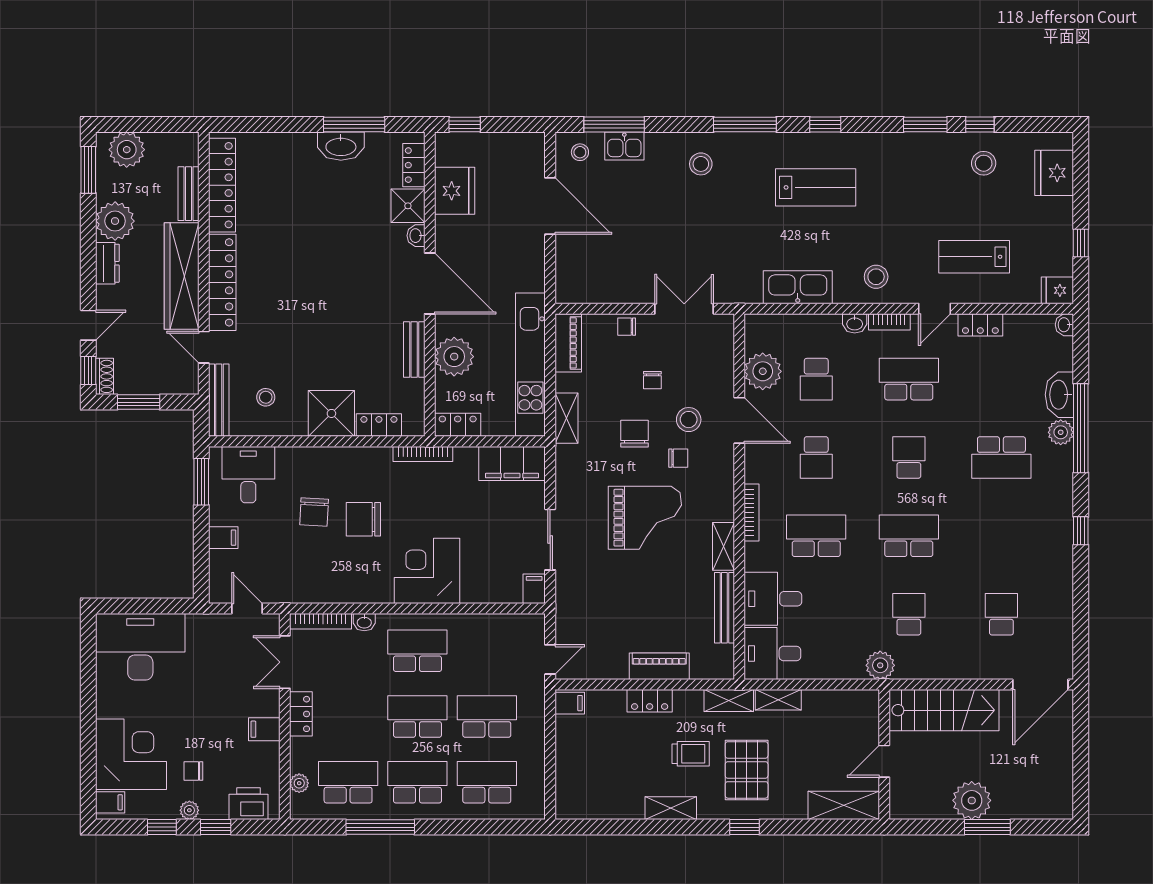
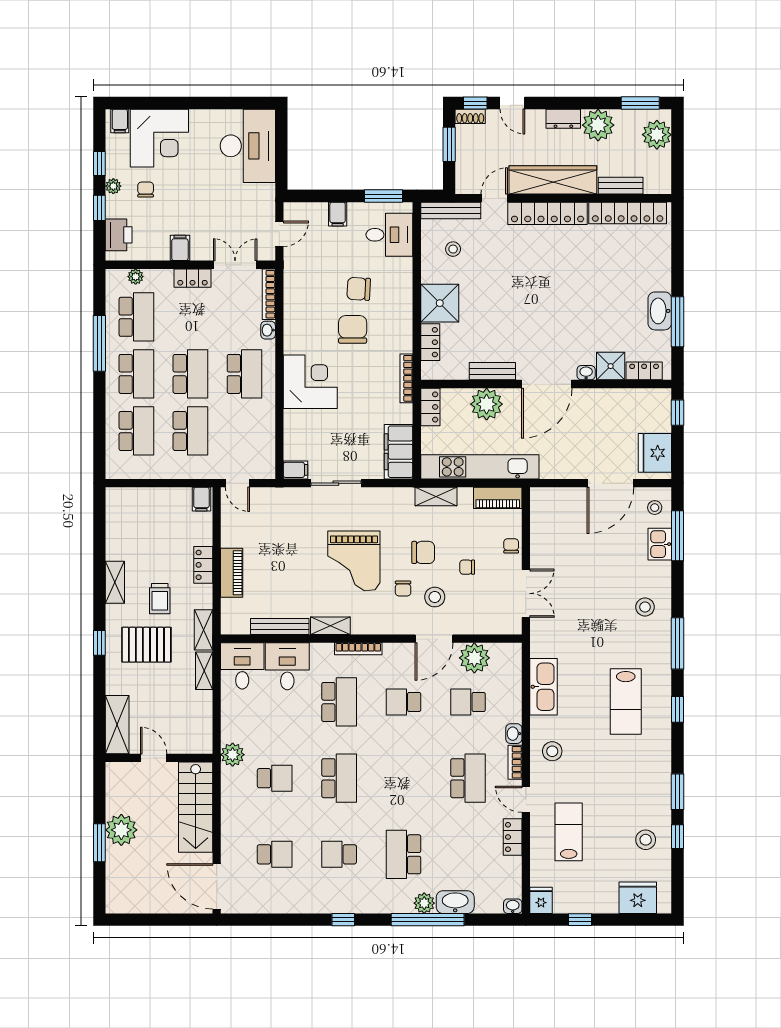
fridge: (455, 191) -> (655, 453), moved, turned 90
school desk: (909, 457) -> (339, 854), moved, turned 180

